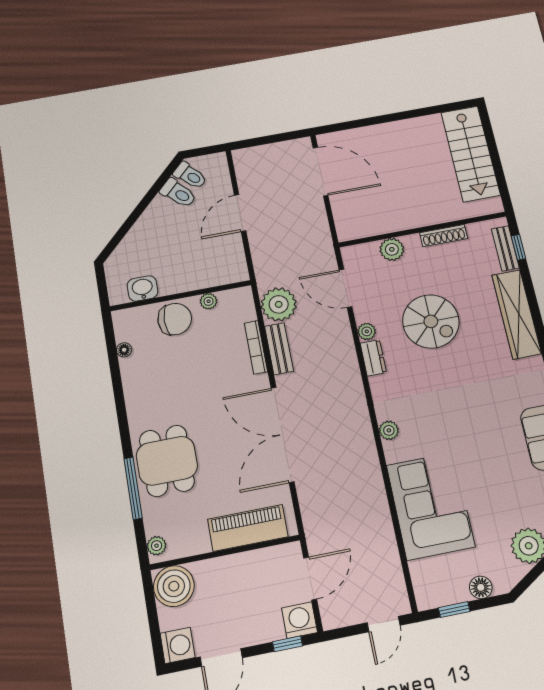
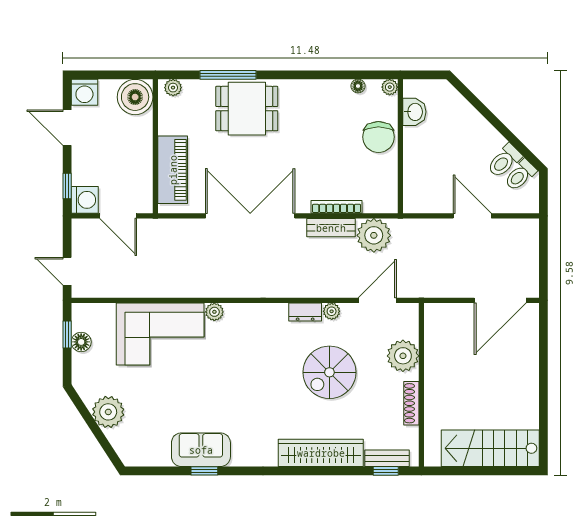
plant: (392, 249) -> (403, 356), width x1.36, depth x1.36
plant: (209, 301) -> (390, 87), moved
plant: (389, 430) -> (214, 312), moved
floor lamp: (481, 587) -> (81, 342), moved

